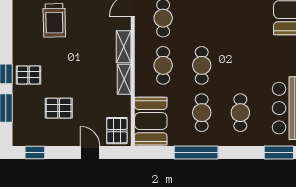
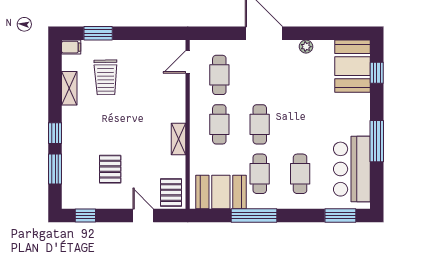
shelving: (124, 47) -> (69, 88), moved
pallet: (29, 75) -> (79, 134), removed
pallet: (59, 108) -> (110, 169), turned 90
booth: (151, 121) -> (221, 192), moved, turned 90

